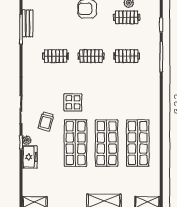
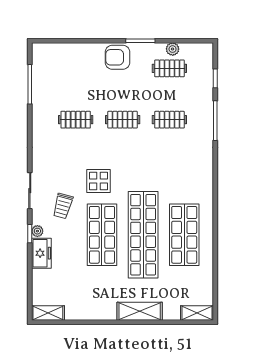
bench: (28, 23) -> (38, 76), removed
shop shelf: (107, 143) -> (143, 235), width x1.40

